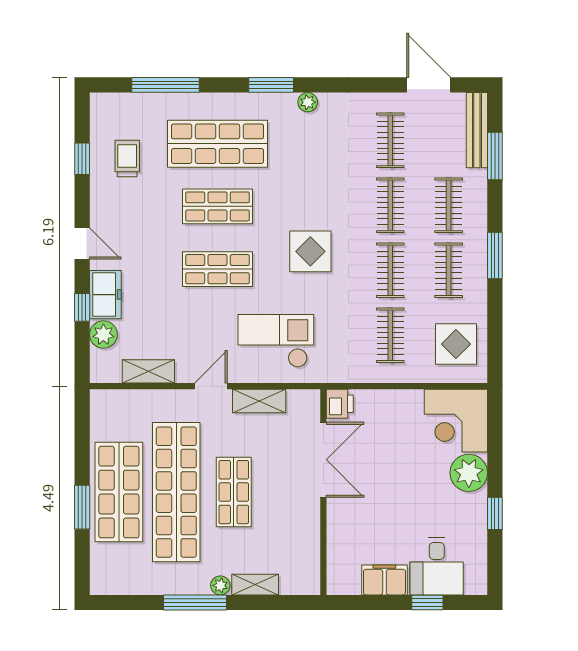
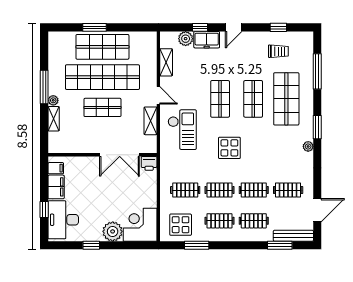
window: (495, 256) -> (197, 245), moved
desk: (437, 566) -> (63, 220), width x1.37
filing cabinet: (349, 581) -> (56, 168), added

